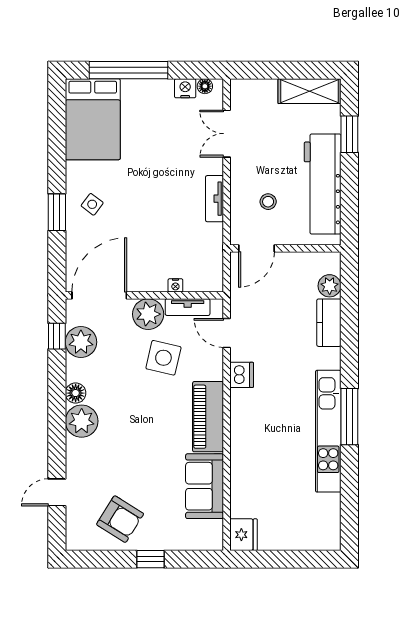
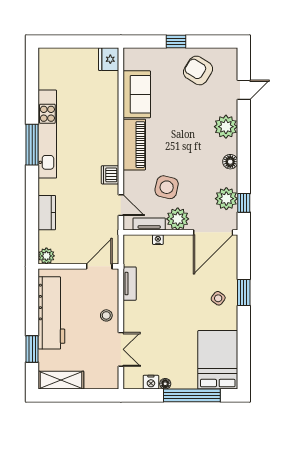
floor lamp: (205, 86) -> (165, 384), moved
tv unit: (215, 199) -> (130, 284), moved
stool: (268, 202) -> (106, 315), moved
plant: (330, 286) -> (46, 256), moved
plant: (82, 421) -> (226, 127), moved

